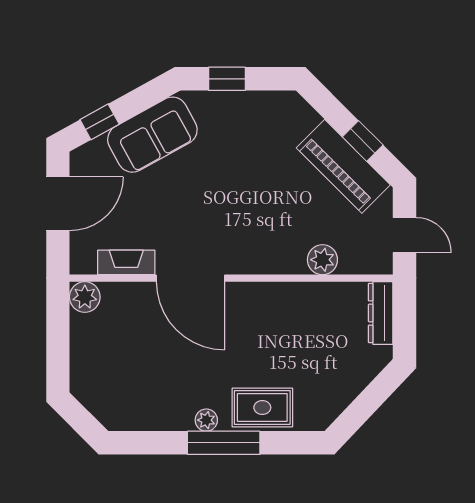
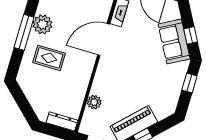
window: (100, 122) -> (191, 35), moved
rug: (262, 408) -> (49, 58), moved, turned 90
plant: (206, 420) -> (42, 24), width x1.87, depth x1.87

